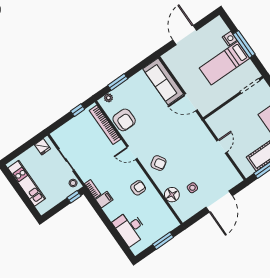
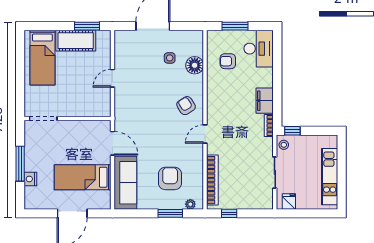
bed: (224, 63) -> (83, 177), moved, turned 180
armchair: (124, 120) -> (170, 178), moved
door: (132, 153) -> (205, 134), swing flipped
armchair: (138, 188) -> (228, 61), moved
filing cabinet: (104, 200) -> (265, 101), width x2.00
desk: (130, 228) -> (259, 49), moved

